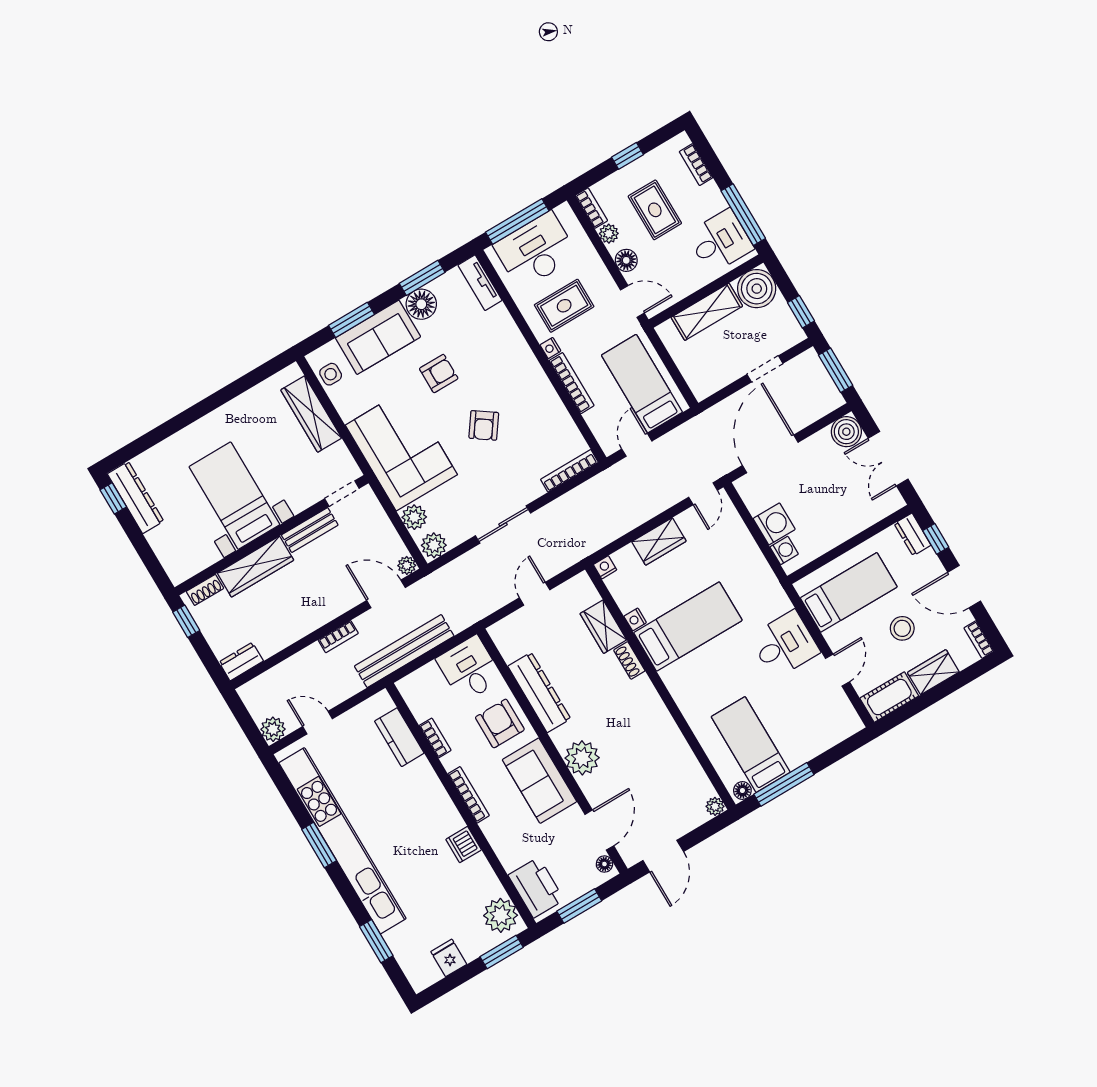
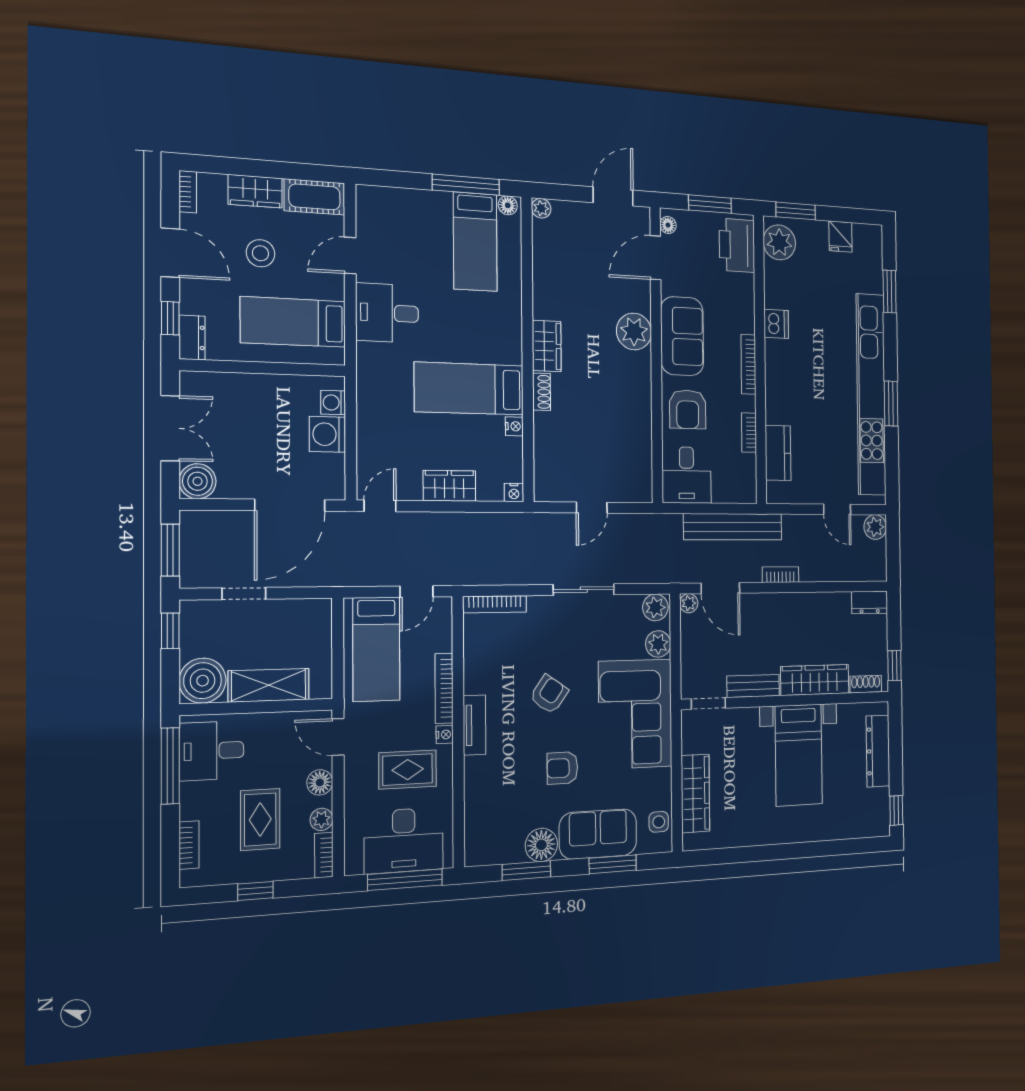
tv unit: (480, 283) -> (475, 725), moved
dresser: (136, 498) -> (878, 751), moved
wardrobe: (603, 627) -> (547, 346), moved
dresser: (539, 692) -> (638, 415), removed

